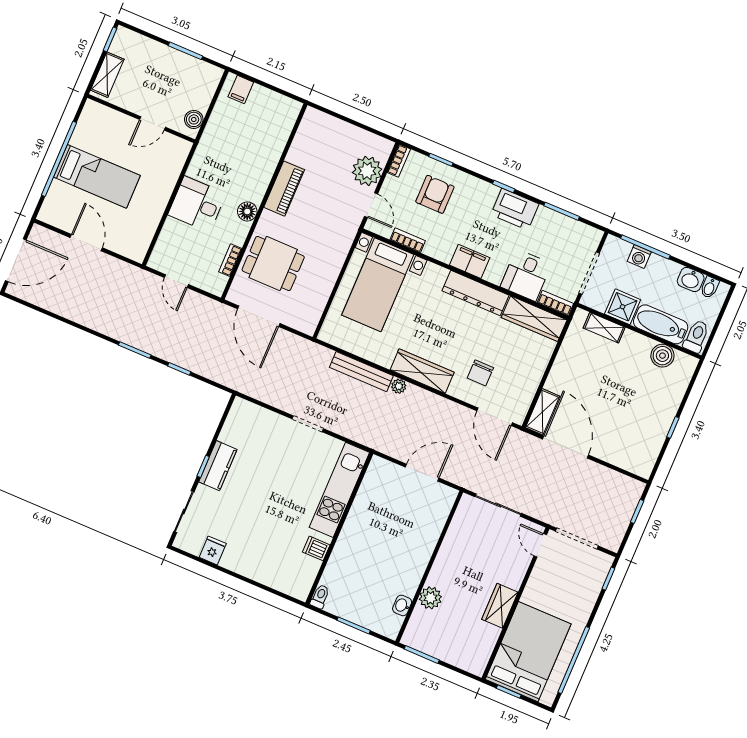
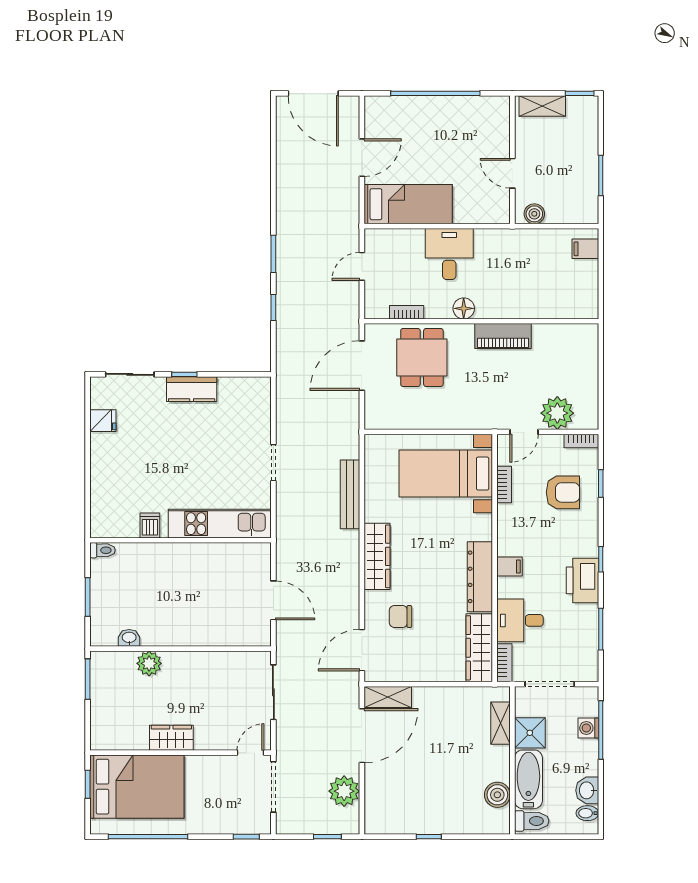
bed: (97, 176) -> (408, 204), moved, turned -90
filing cabinet: (470, 261) -> (510, 567), width x0.50
plant: (399, 386) -> (344, 791), moved, width x1.87, depth x1.87

